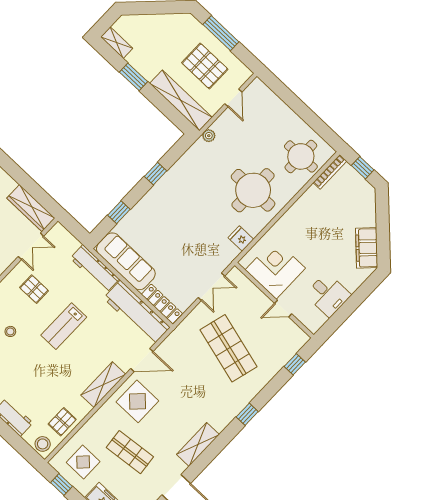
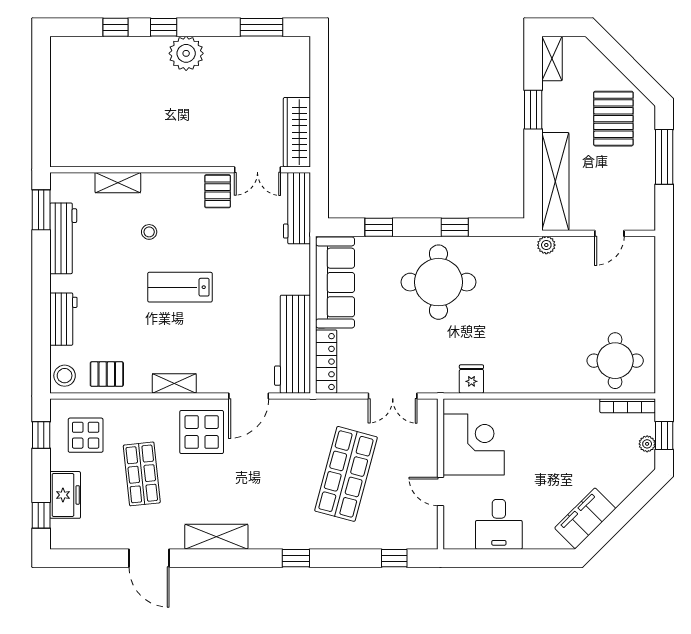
pallet: (205, 66) -> (613, 119), moved
plant: (359, 180) -> (647, 444), added
round table: (253, 190) -> (438, 282), moved
workbench: (95, 269) -> (297, 208), moved
pallet: (34, 289) -> (218, 191), moved
lab bench: (64, 326) -> (180, 287), moved
door: (142, 360) -> (249, 396), hinge flipped
shelving: (103, 385) -> (174, 383), width x0.67, depth x0.75

